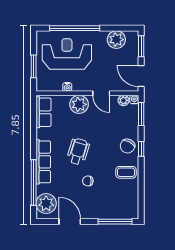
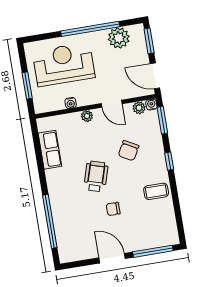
window: (75, 28) -> (90, 29), moved
plant: (79, 104) -> (87, 116), width x0.53, depth x0.53
row of seats: (44, 112) -> (50, 150), moved
chair: (128, 146) -> (129, 151), moved
row of seats: (43, 162) -> (57, 195), removed
plant: (46, 204) -> (69, 244), removed
door: (70, 222) -> (112, 258), moved

